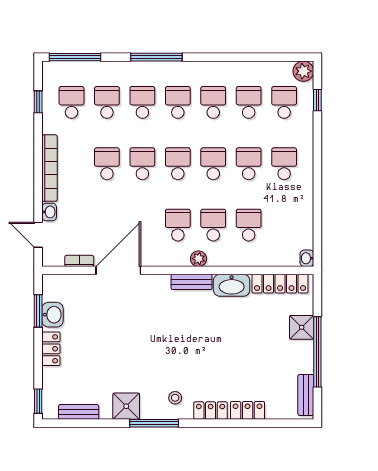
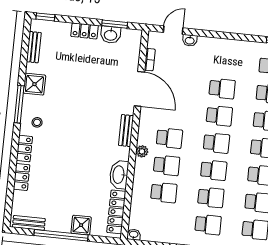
bookcase: (50, 168) -> (223, 44), removed
bench: (192, 282) -> (126, 131), moved

